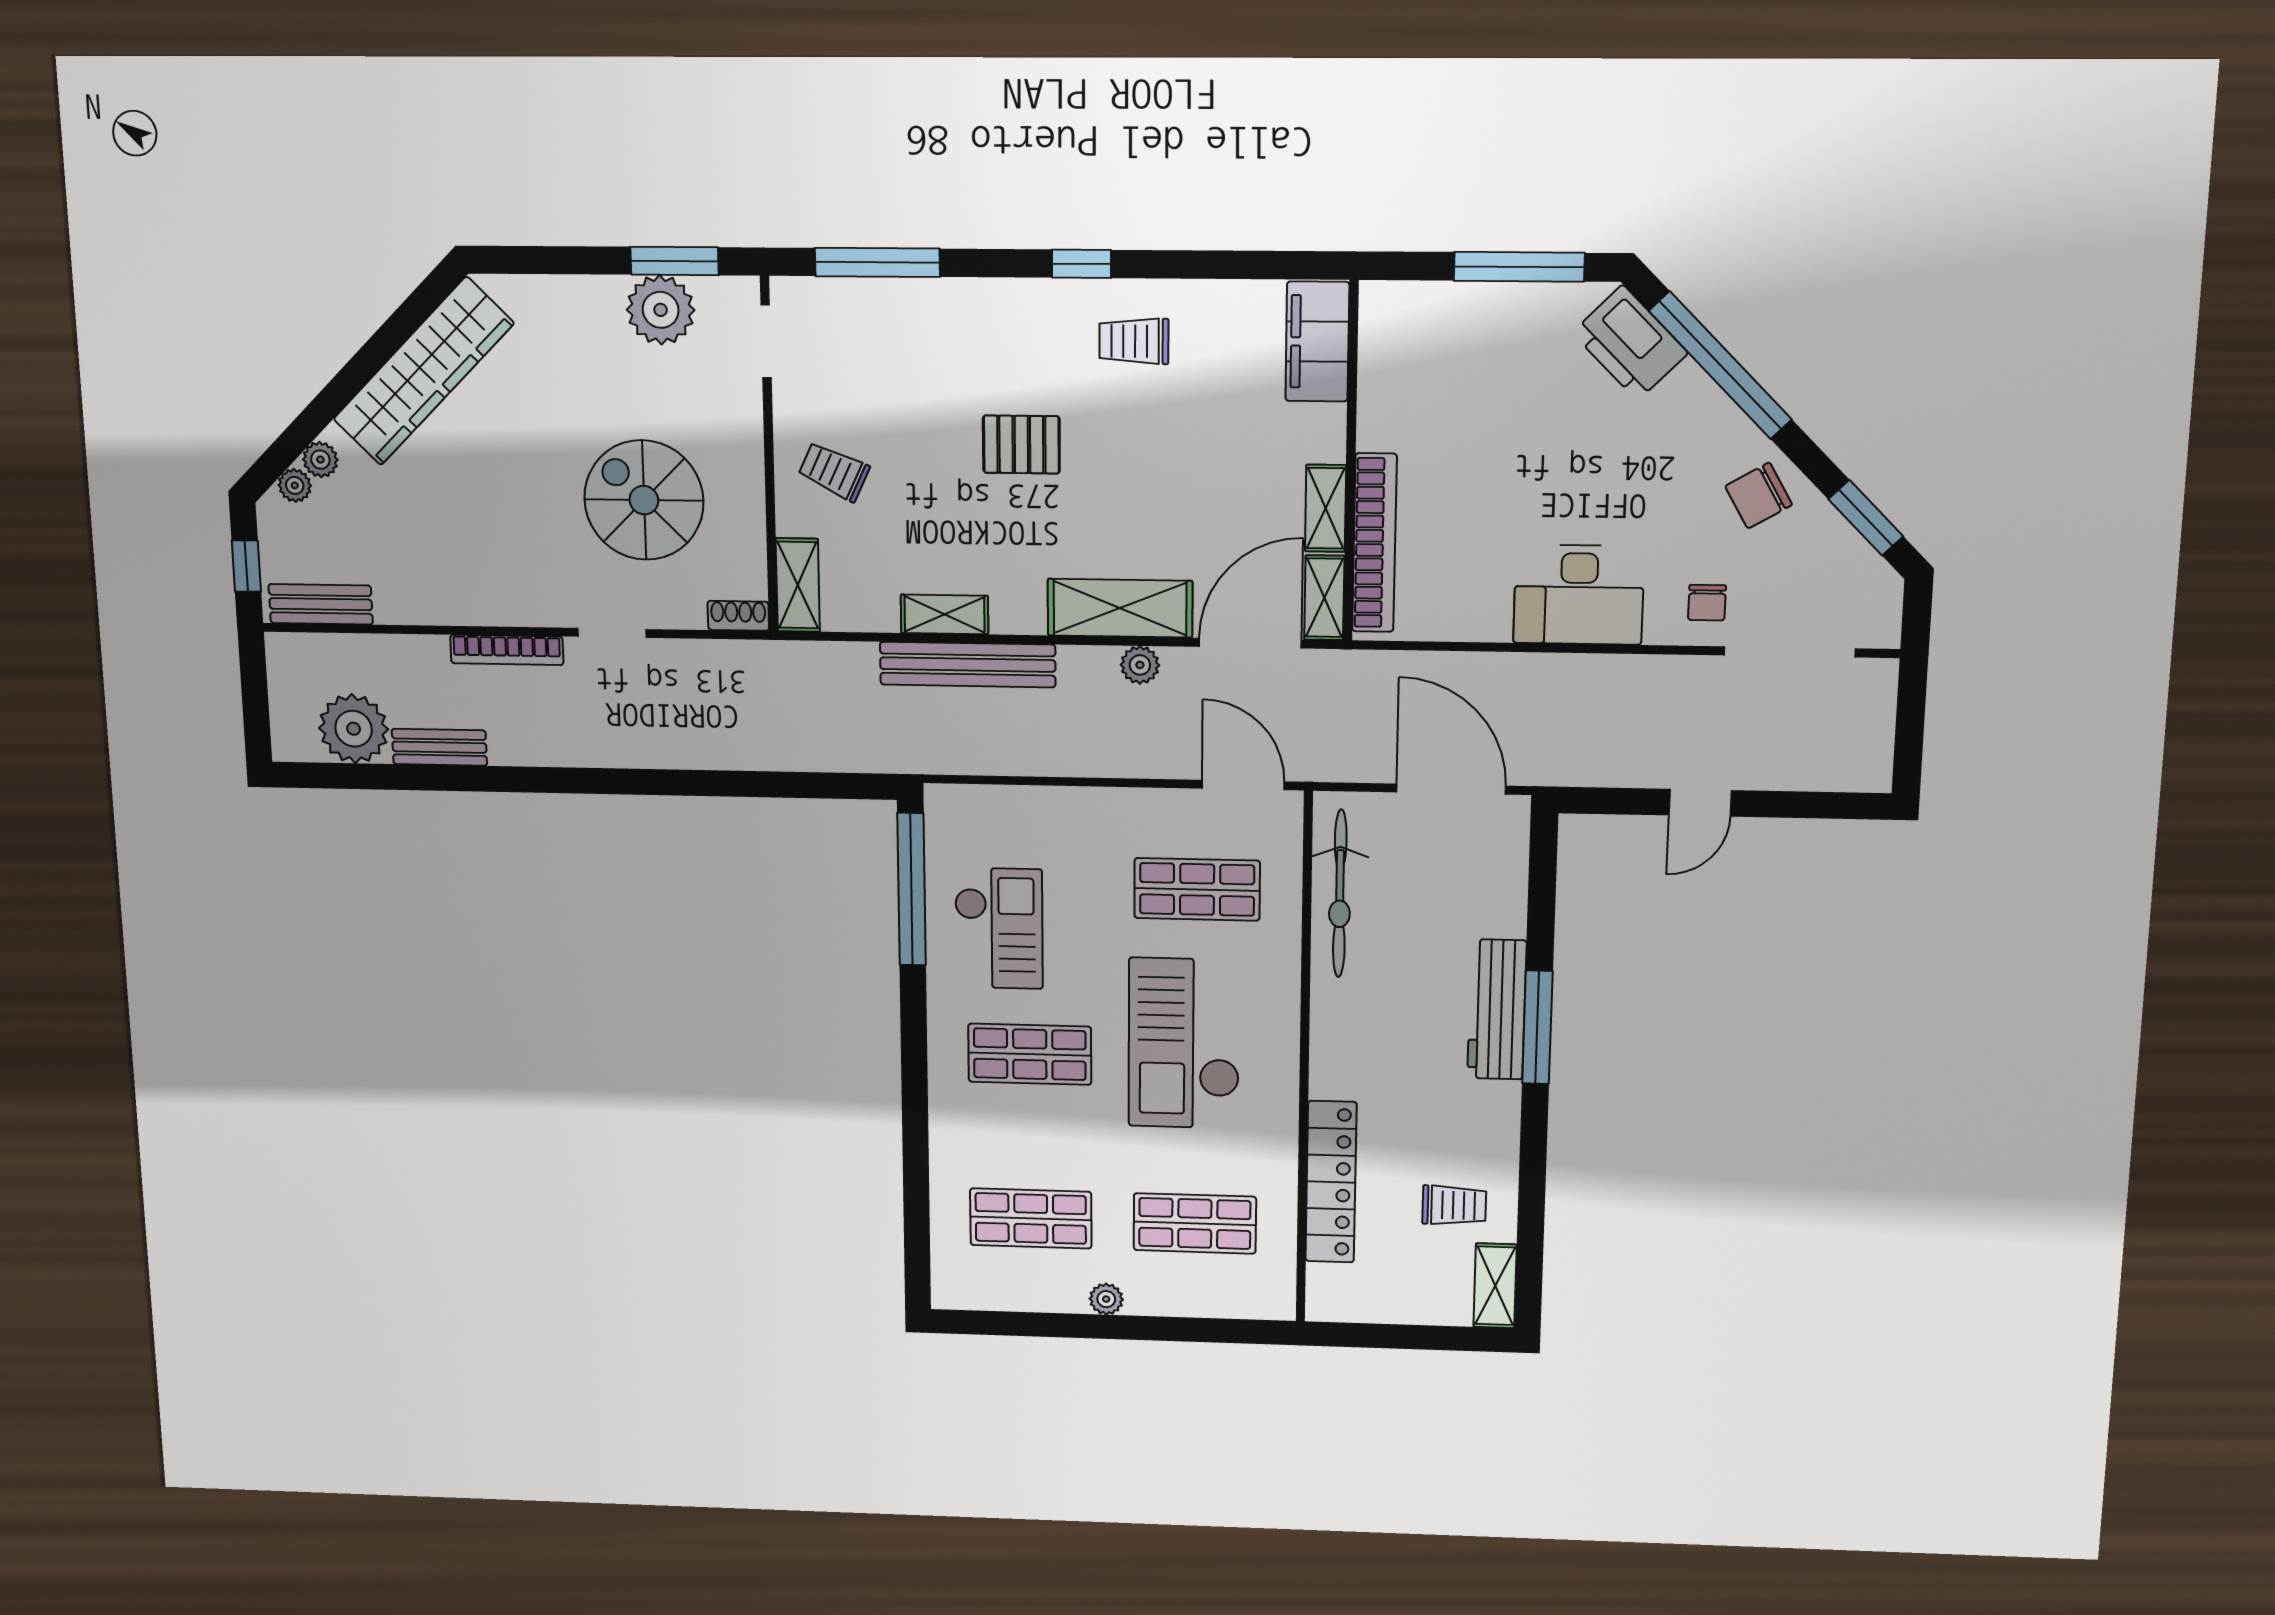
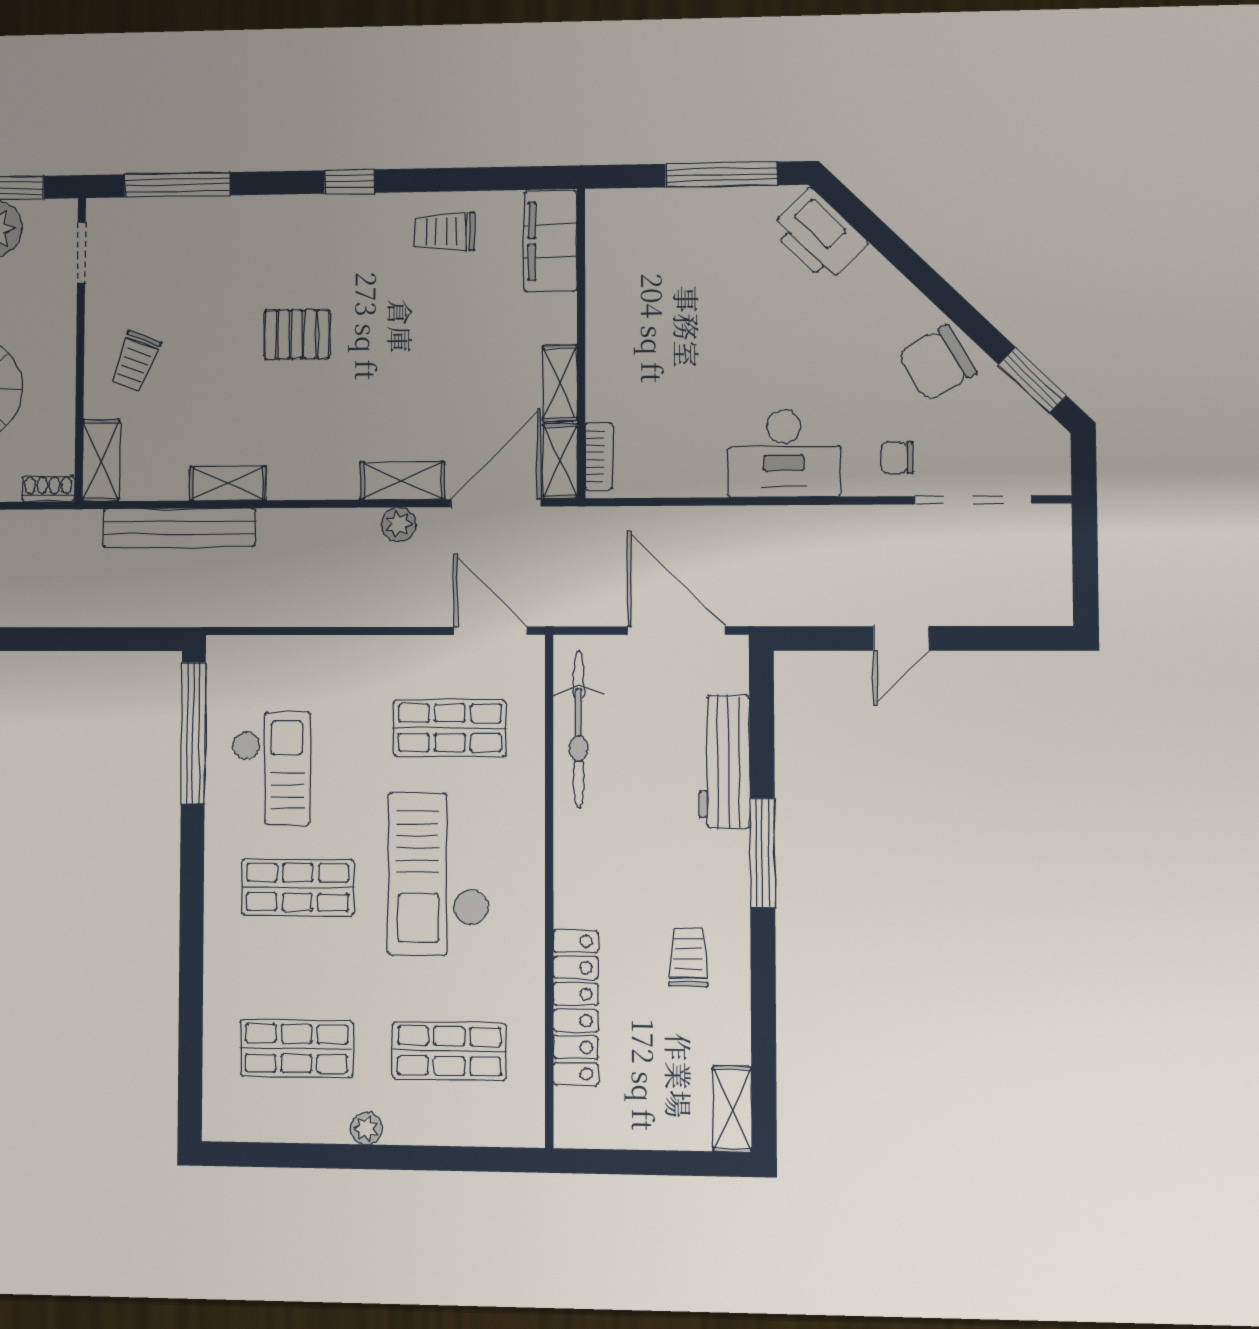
trolley: (1134, 341) -> (445, 232), moved
window: (1720, 365) -> (898, 252), removed
trolley: (834, 471) -> (135, 361), turned -94
chair: (1759, 496) -> (937, 363), width x1.37, depth x1.37
bookcase: (1374, 543) -> (599, 456), width x0.43, depth x0.76
chair: (1707, 603) -> (897, 458), turned 90
shelving: (1120, 608) -> (402, 480), width x0.67, depth x0.75
bench: (968, 665) -> (179, 528), moved
workbench: (1497, 1010) -> (724, 762), moved
trolley: (1454, 1205) -> (688, 957), moved, turned -90

